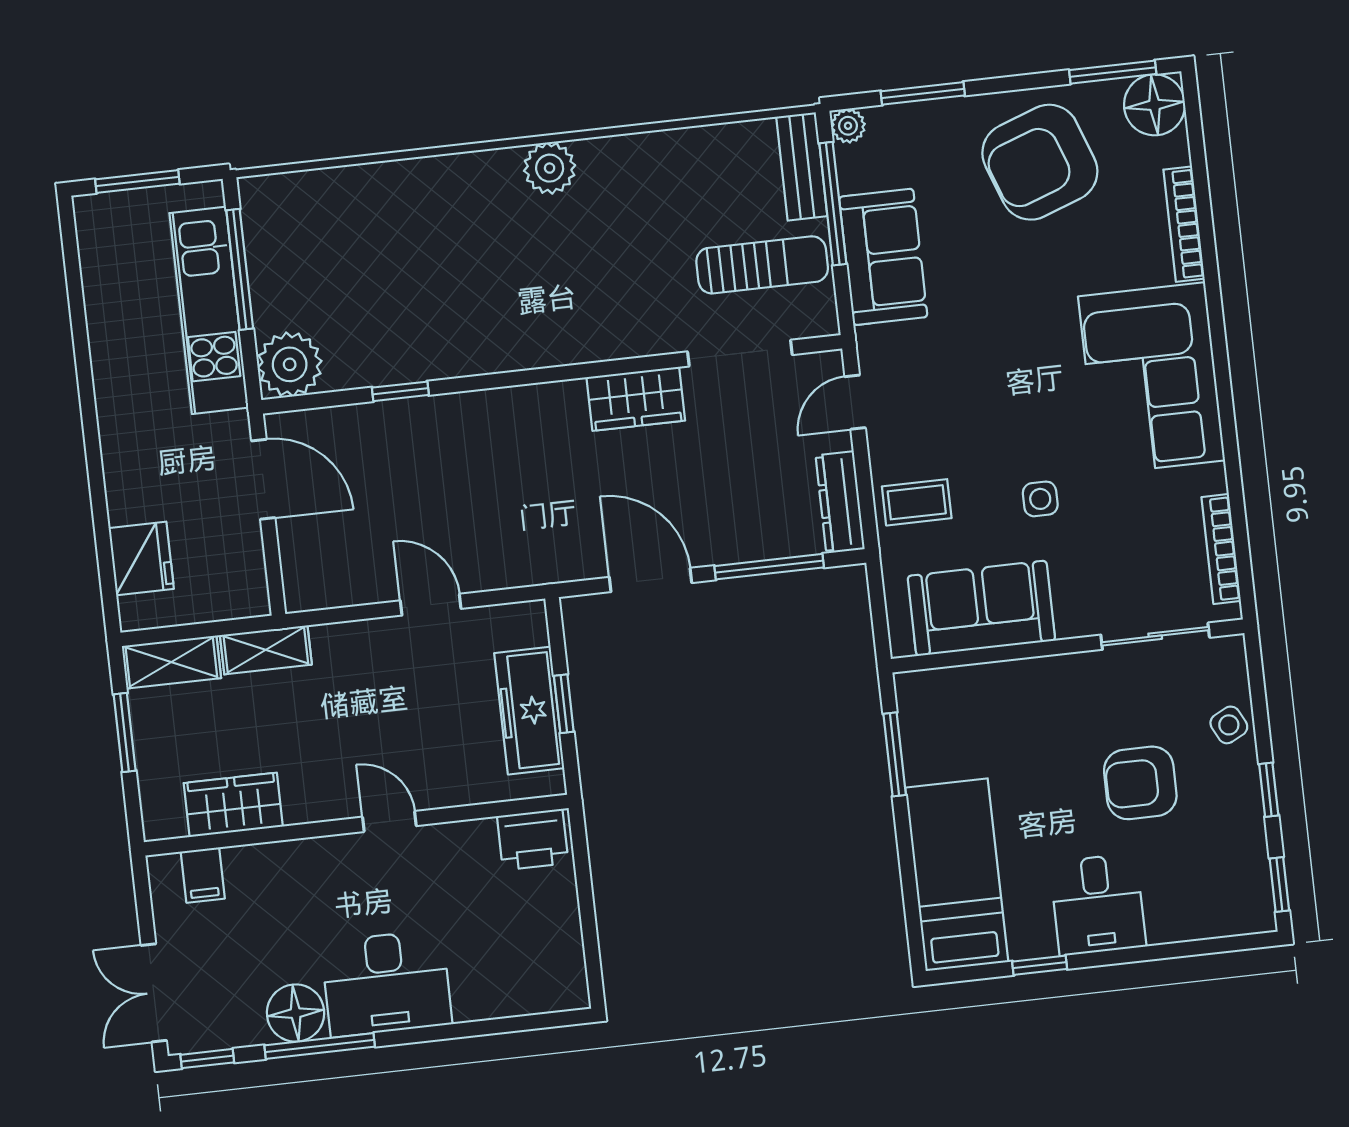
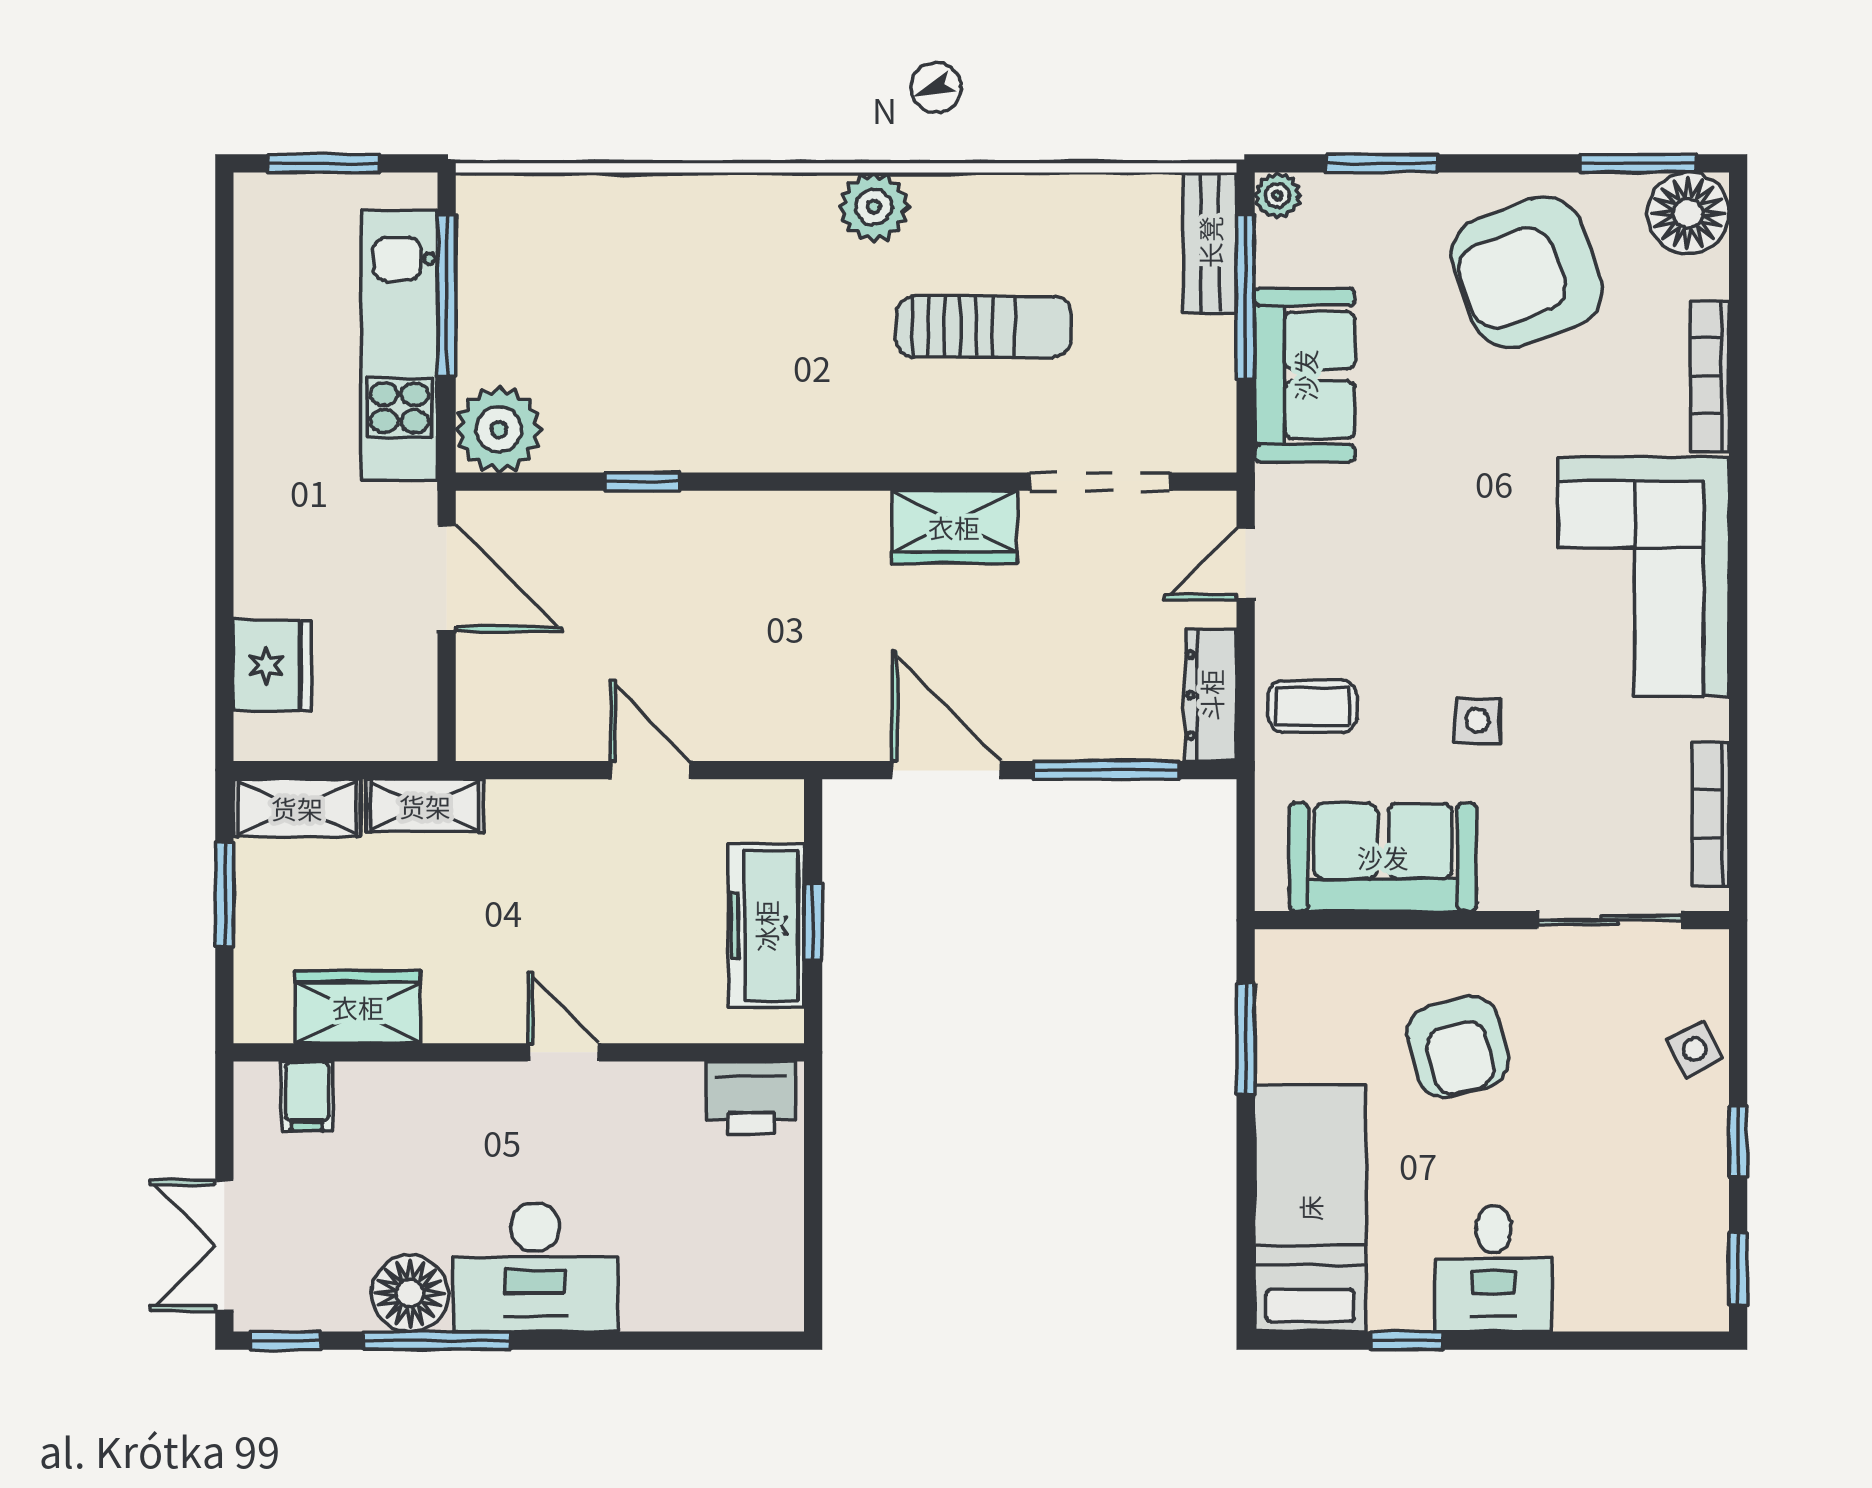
sun lounger: (762, 265) -> (984, 327), moved
armchair: (1140, 783) -> (1458, 1047), moved, turned -104

